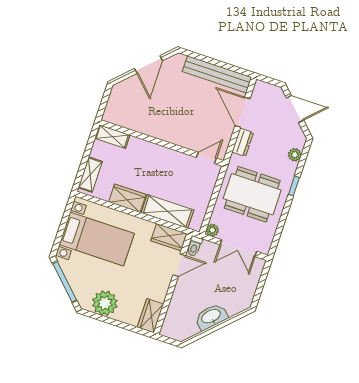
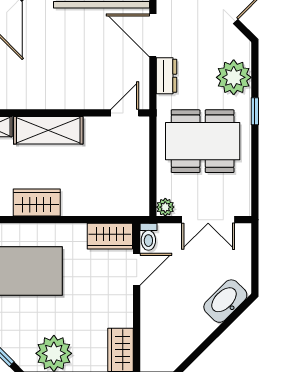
plant: (295, 155) -> (234, 77), width x1.87, depth x1.87
shelving: (167, 211) -> (48, 130), moved
washbasin: (211, 317) -> (225, 301), moved

